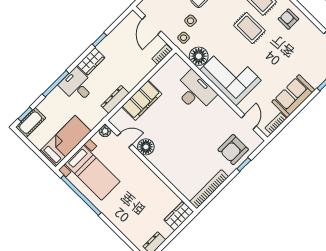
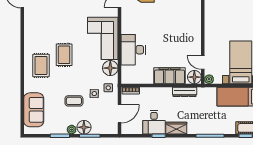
armchair: (288, 19) -> (36, 37), removed
desk: (77, 86) -> (154, 122), moved
floor lamp: (146, 147) -> (194, 77), moved

